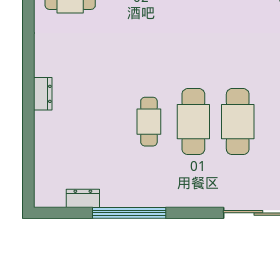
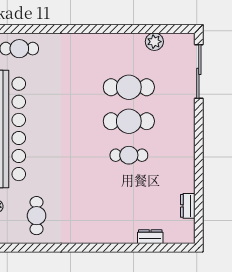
dresser: (43, 94) -> (150, 237), moved
window: (129, 213) -> (199, 170), removed

